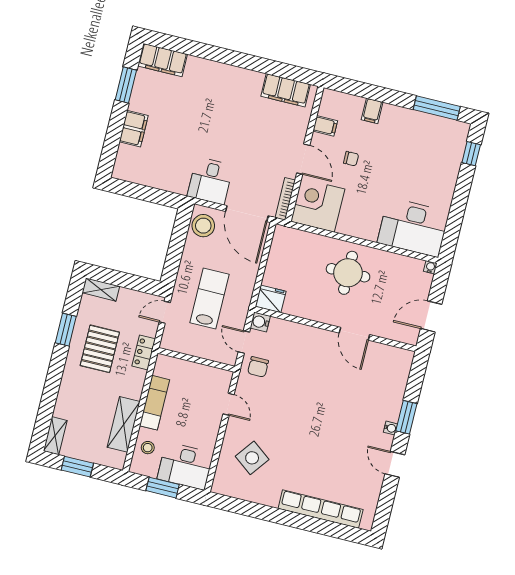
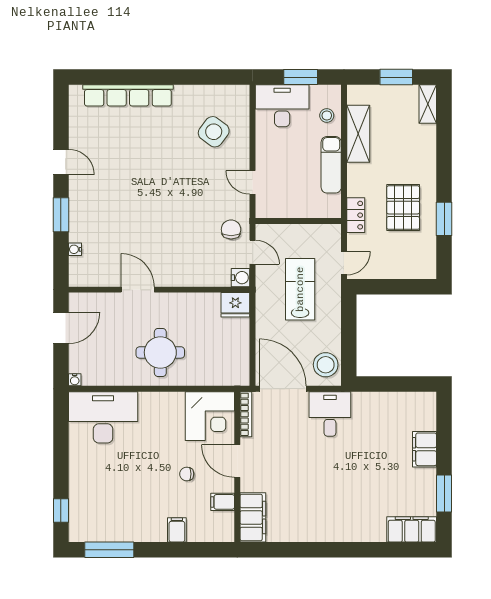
filing cabinet: (286, 90) -> (253, 517), moved, turned 90
shelving: (101, 289) -> (417, 271), removed
lab bench: (210, 298) -> (300, 289), turned 180
water cooler: (391, 428) -> (75, 249), moved

